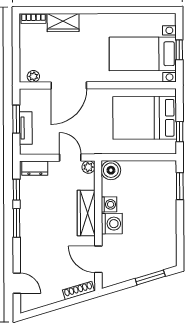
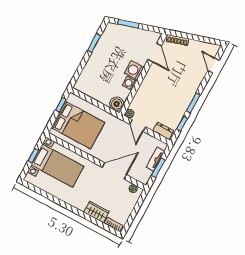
window: (180, 186) -> (94, 43), moved
wardrobe: (86, 213) -> (146, 86), removed

